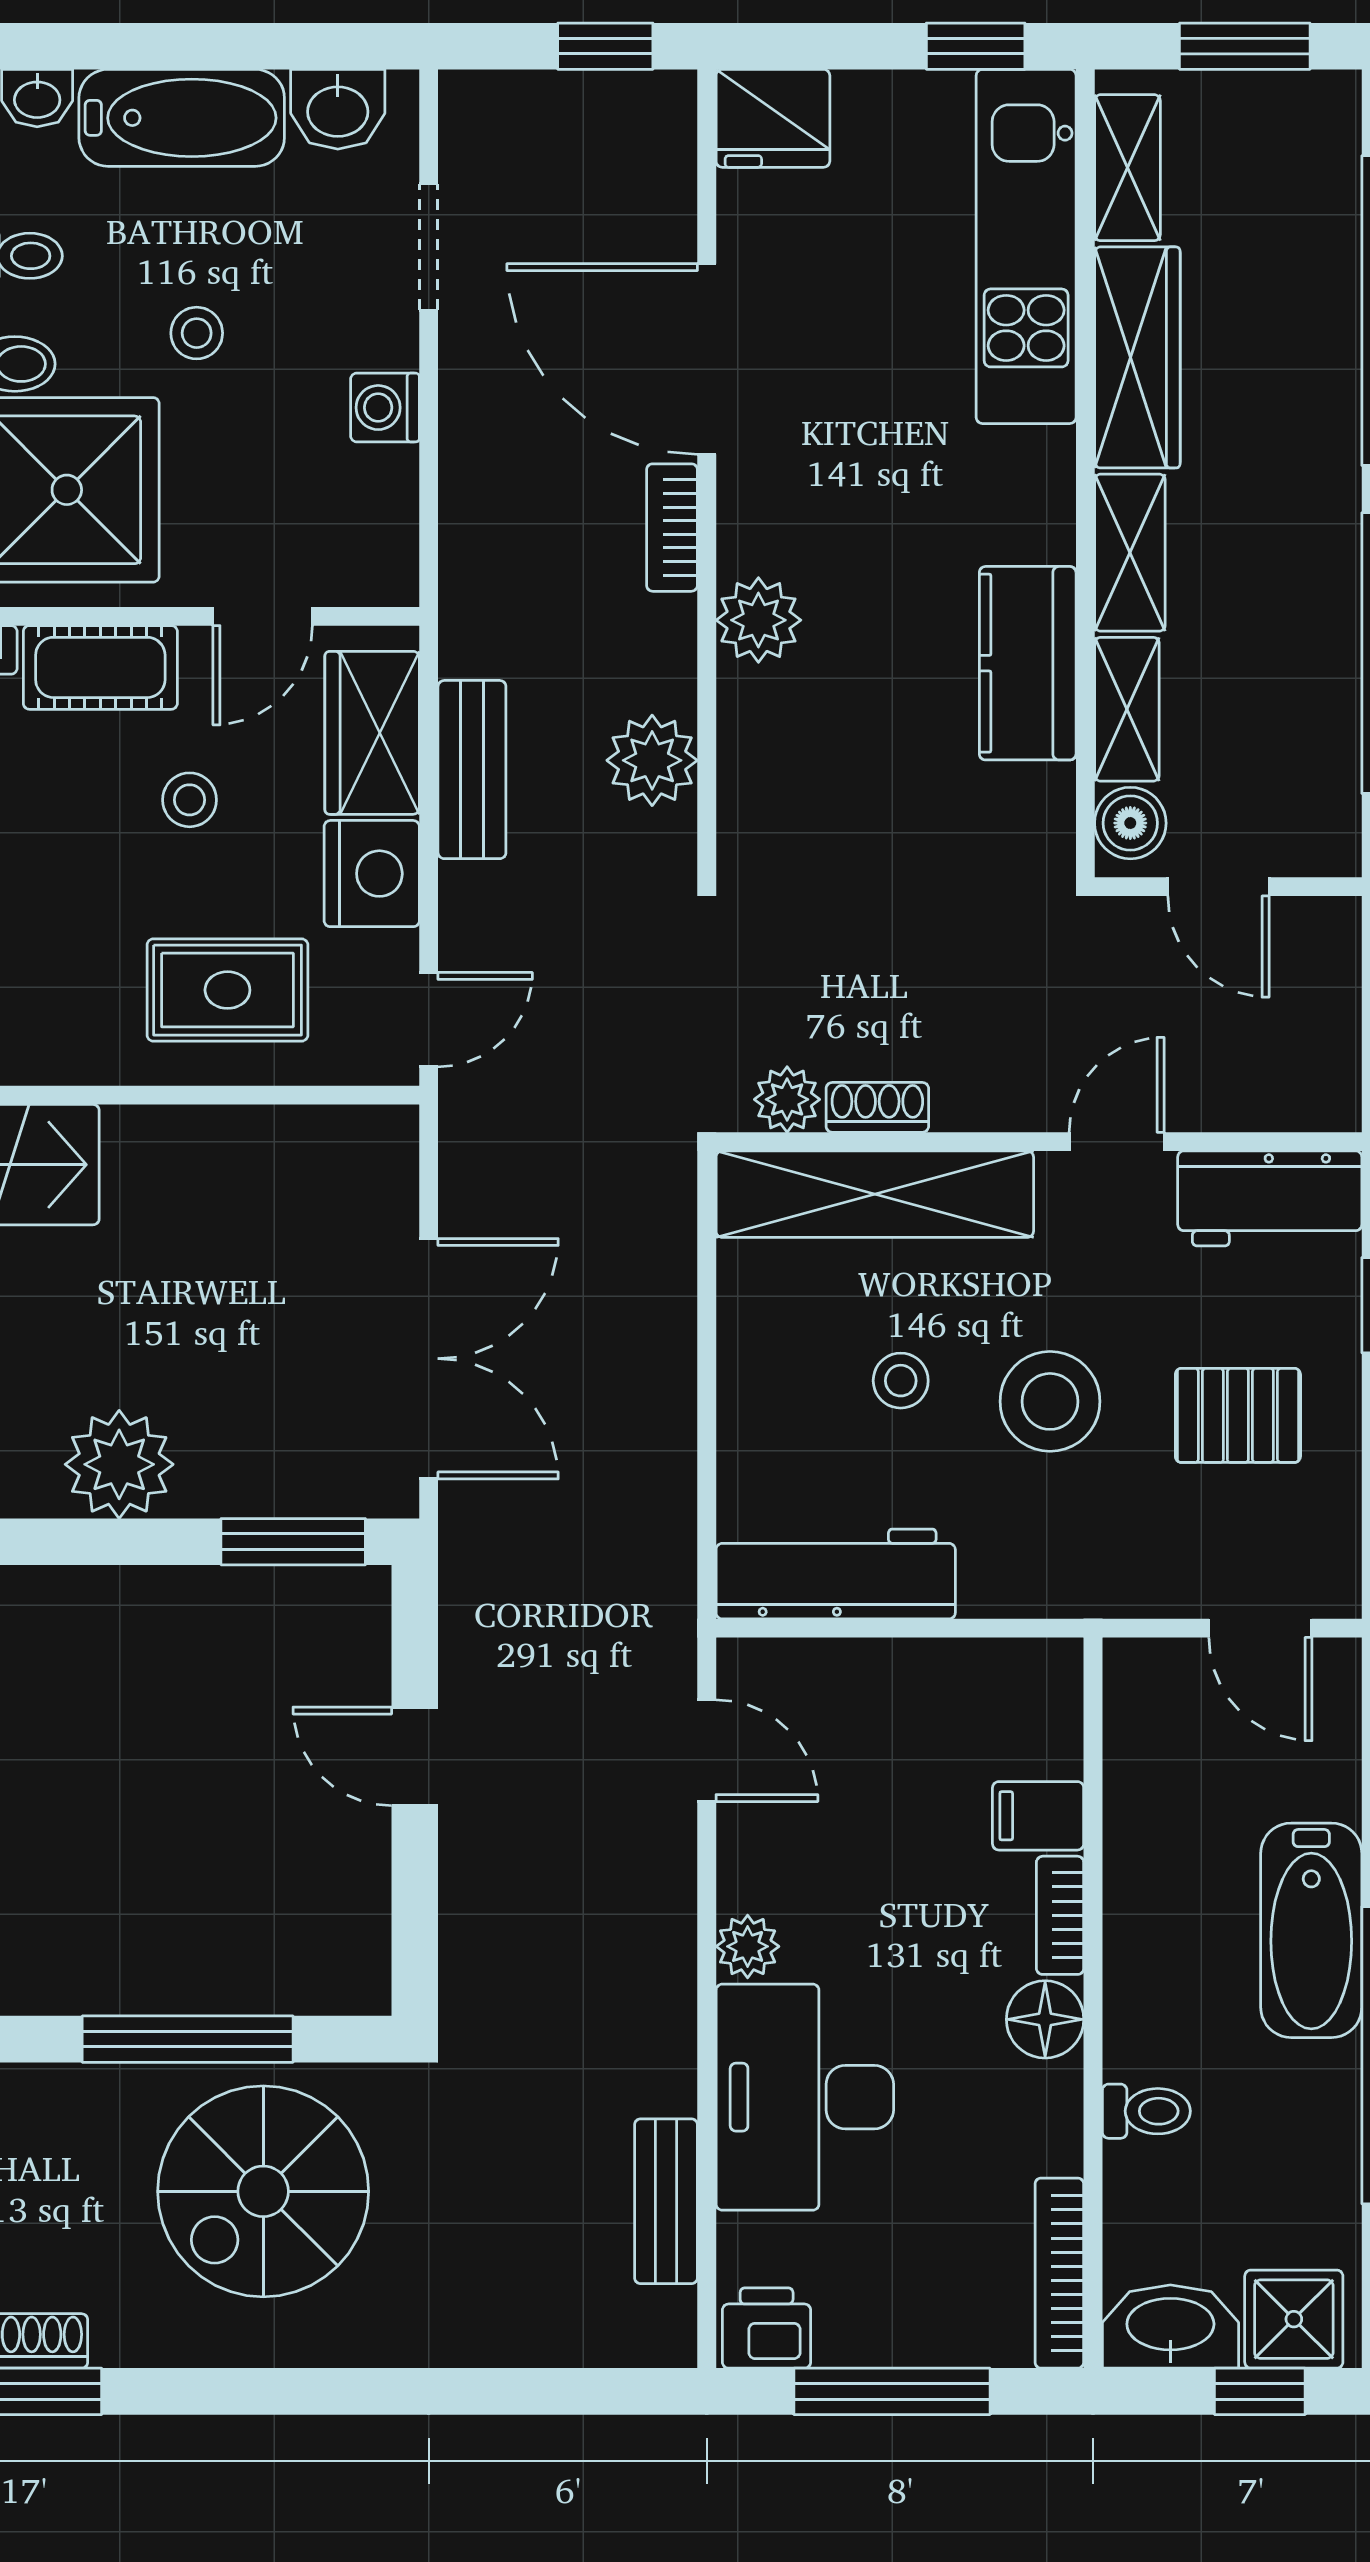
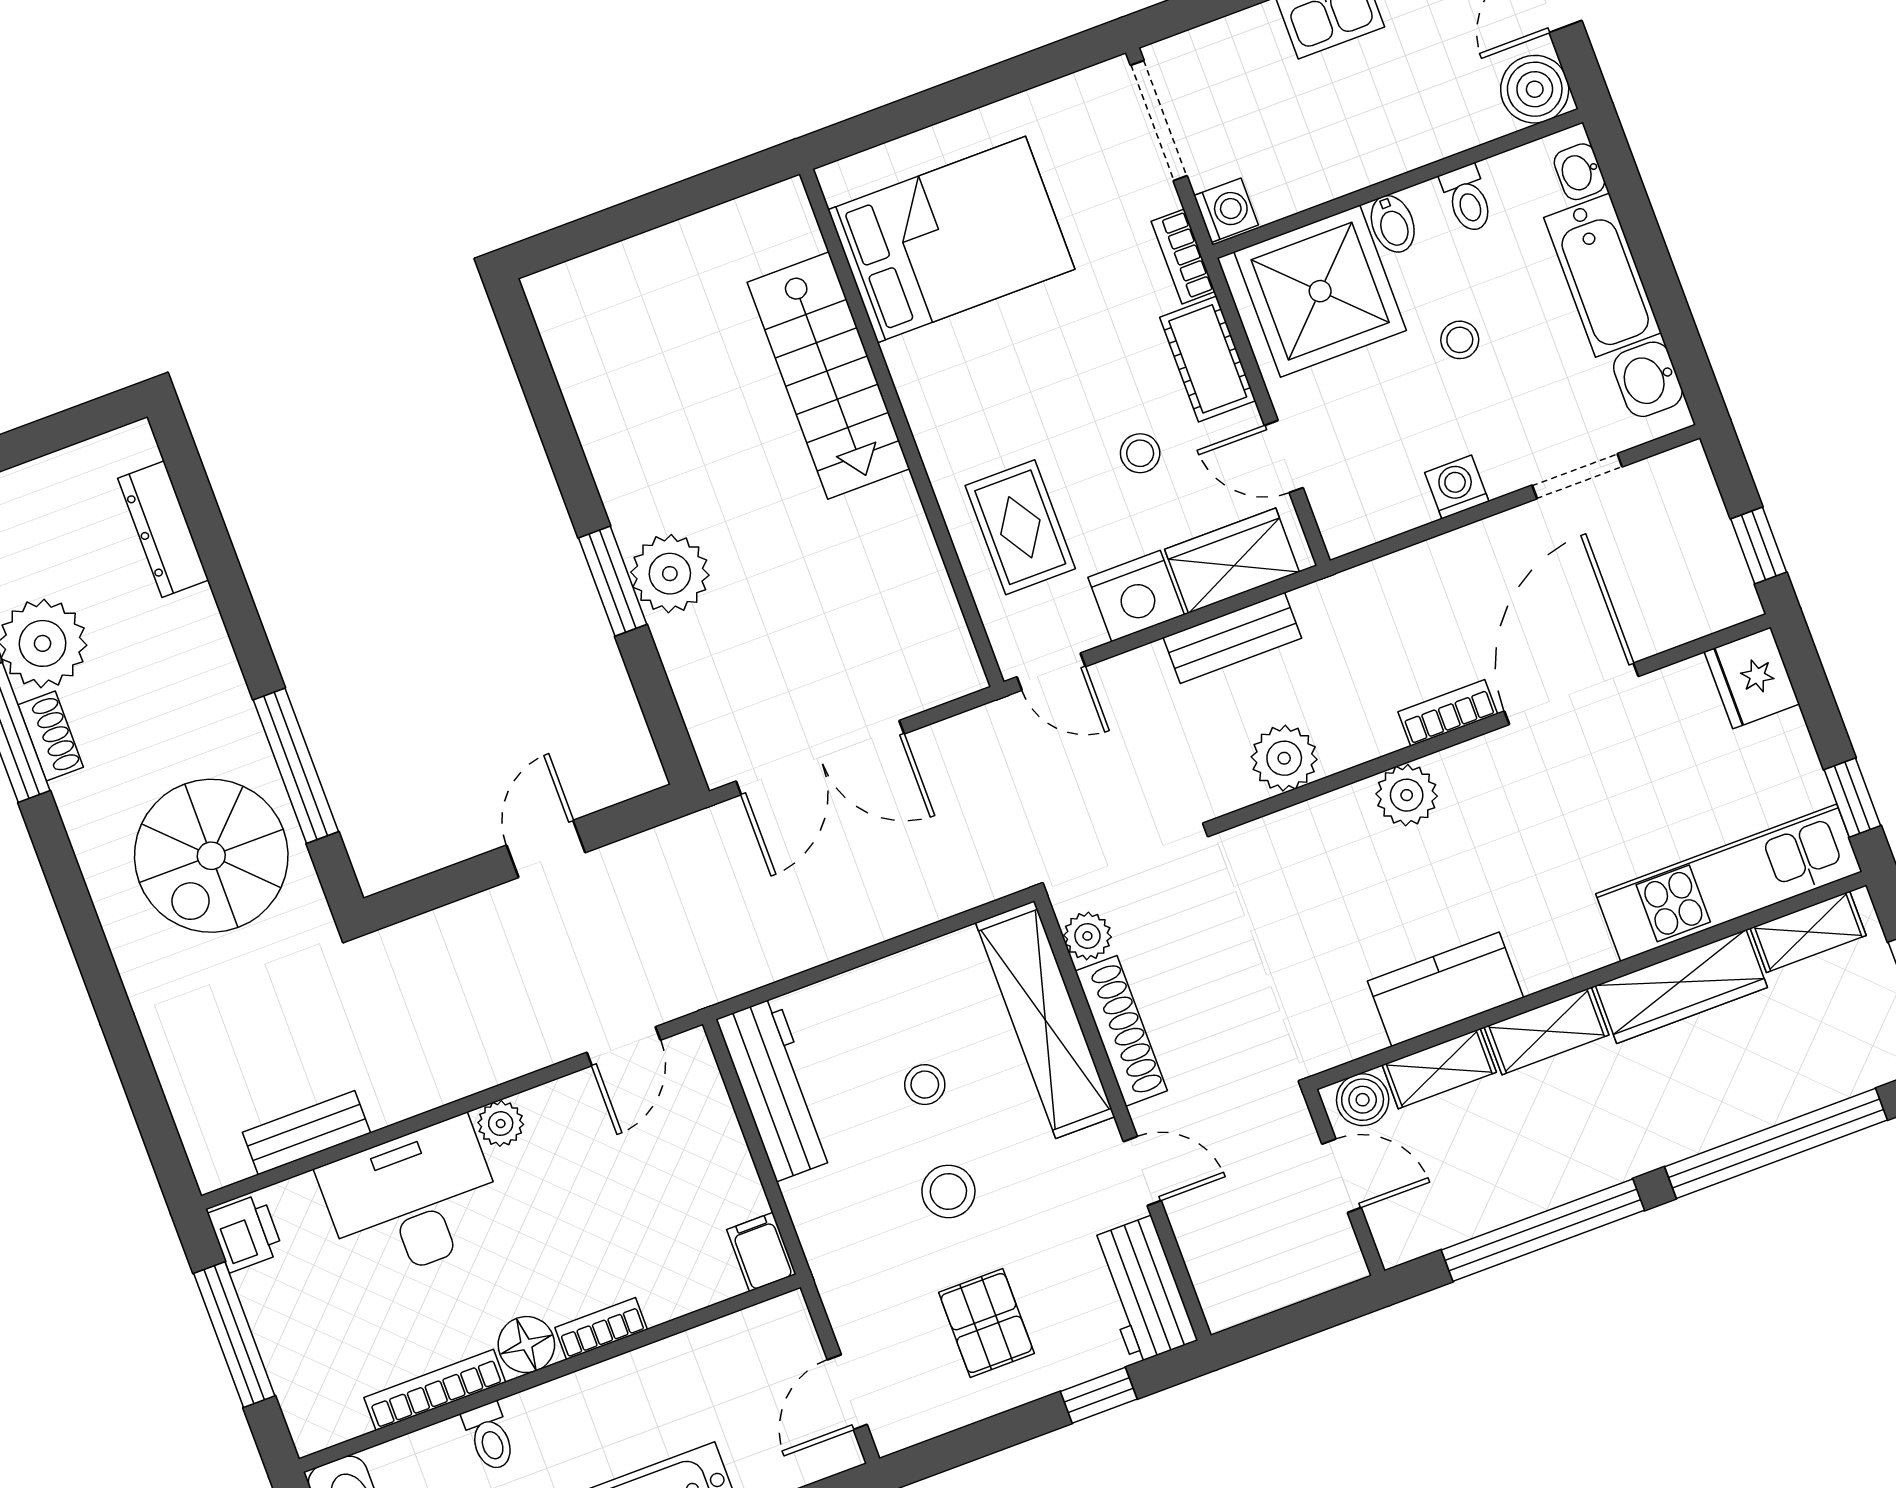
door: (1218, 887) -> (1342, 1176), swing flipped
shoe rack: (877, 1107) -> (1121, 1031), width x1.94, depth x1.24
stool: (1050, 1401) -> (948, 1191), width x0.73, depth x0.73
window: (293, 1542) -> (613, 581), moved
filing cabinet: (1038, 1816) -> (761, 1252), moved
spiral stairs: (263, 2191) -> (211, 856), turned -90
bookcase: (1059, 2273) -> (435, 1390), moved

